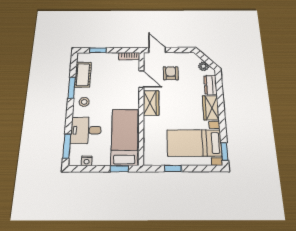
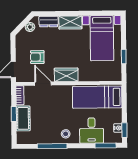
window: (98, 50) -> (14, 114), moved
cot: (83, 75) -> (23, 118), moved, turned 90
door: (141, 79) -> (43, 84), hinge flipped
window: (72, 88) -> (52, 146), width x1.44
window: (225, 151) -> (109, 13), removed
window: (119, 169) -> (124, 130), moved

